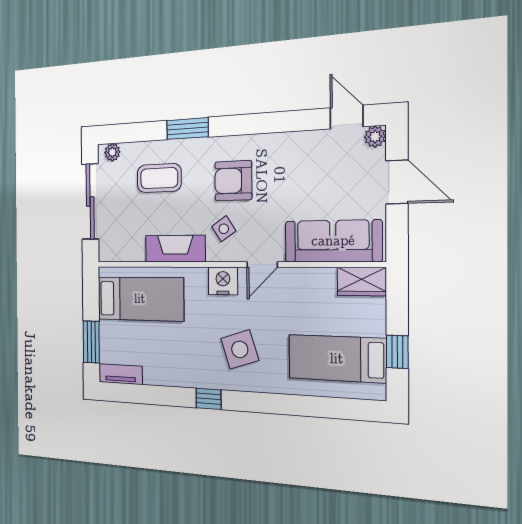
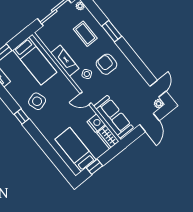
nightstand: (223, 281) -> (96, 123), moved
side table: (240, 349) -> (37, 101), moved

